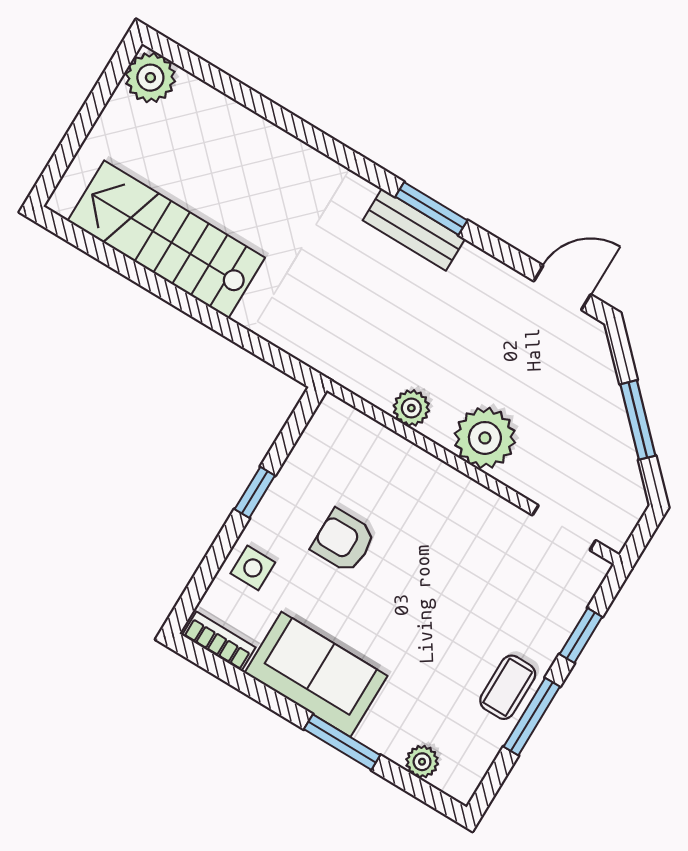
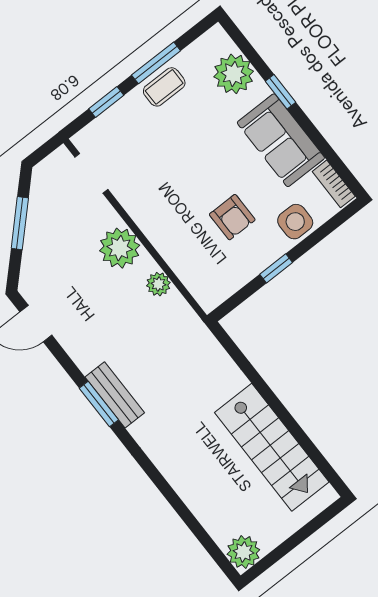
side table: (253, 568) -> (295, 222), width x1.37, depth x1.37
window: (342, 742) -> (281, 92), width x0.67
plant: (422, 762) -> (234, 74), width x1.88, depth x1.88

